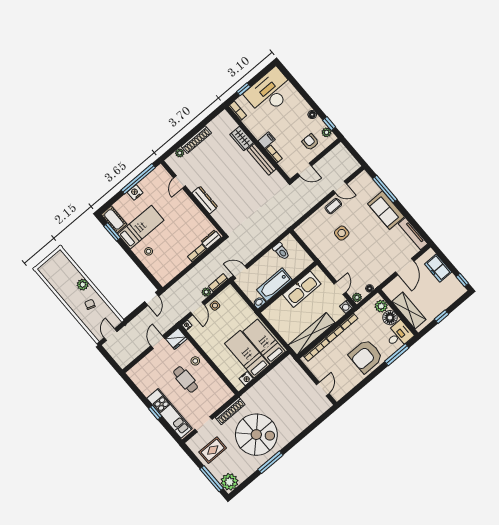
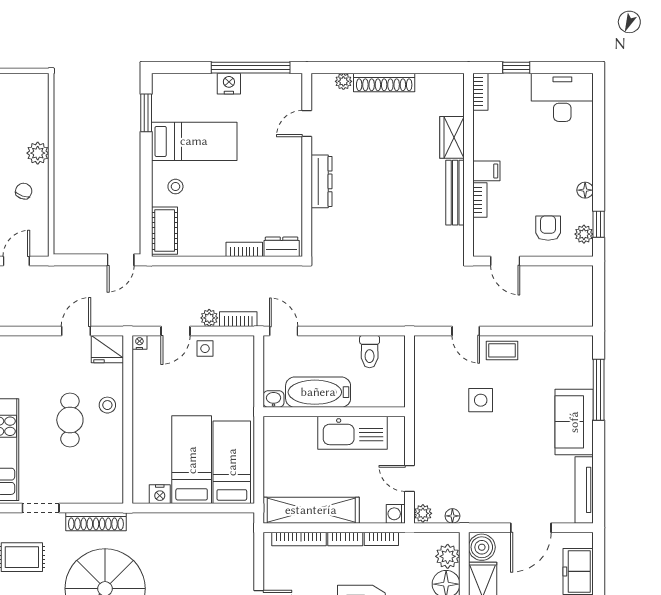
desk: (270, 92) -> (562, 97), width x0.73, depth x0.77
door: (340, 187) -> (466, 331), moved
cot: (114, 219) -> (165, 231), moved
door: (340, 288) -> (410, 479), swing flipped
boiler: (392, 291) -> (482, 547), added

